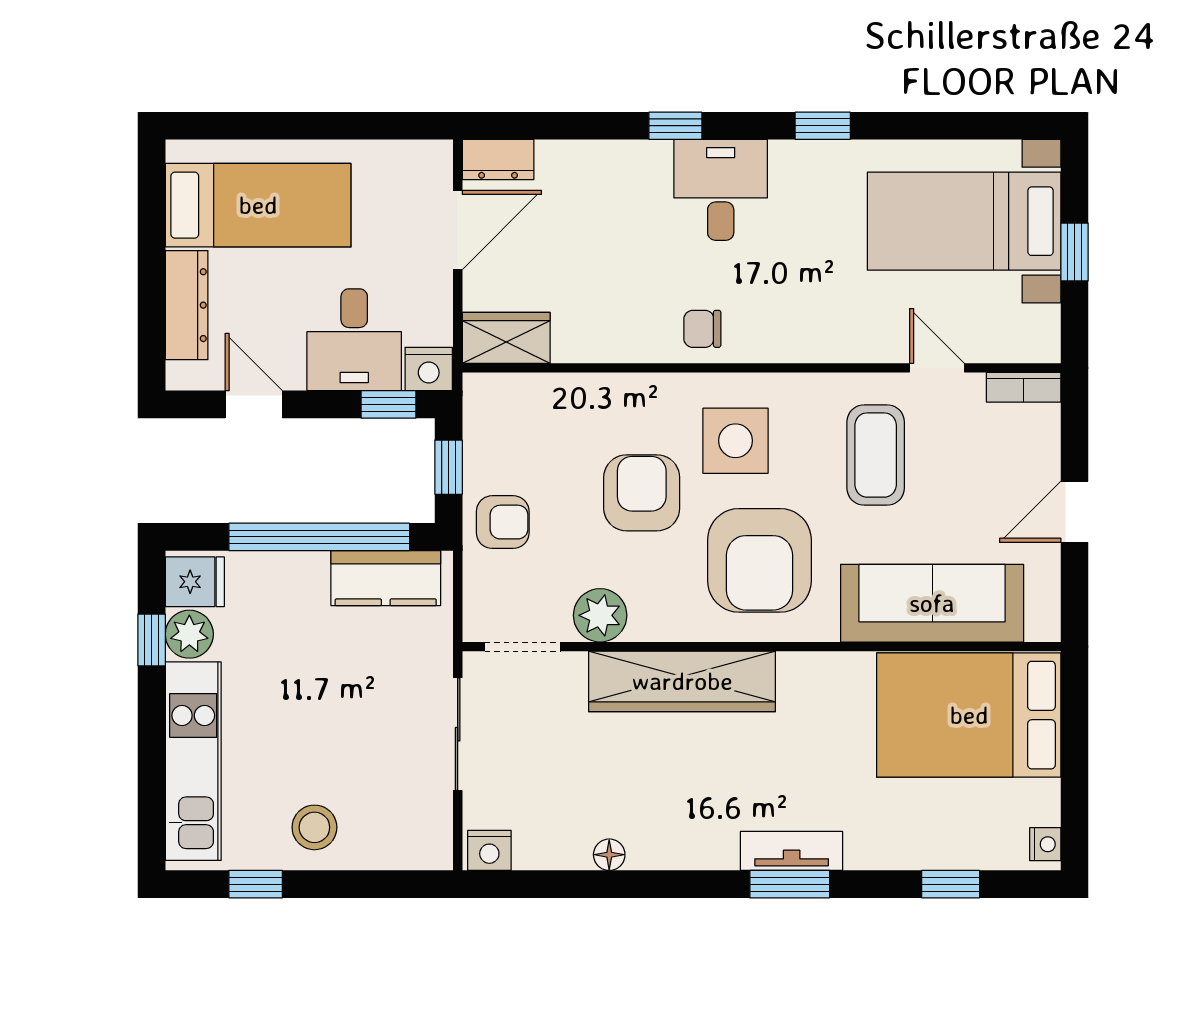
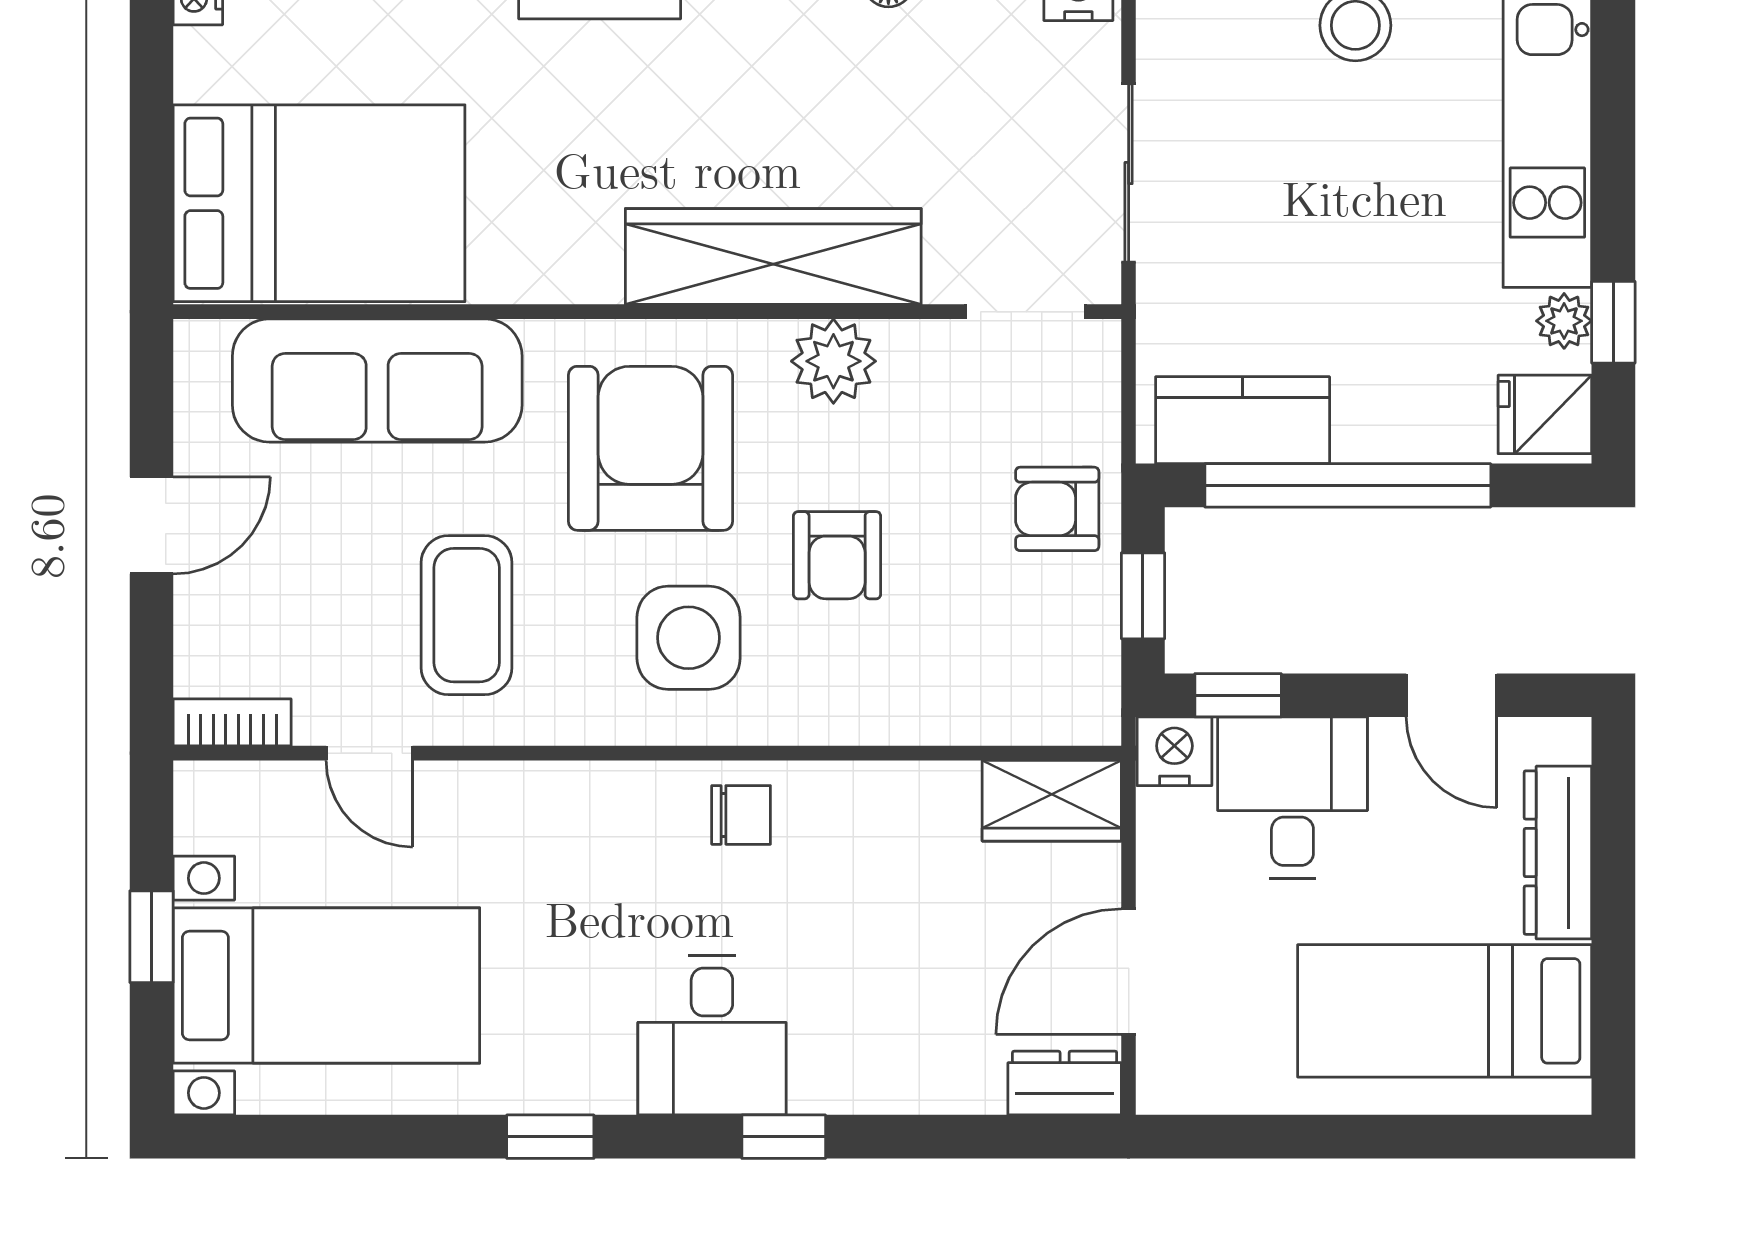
armchair: (642, 493) -> (837, 555), width x0.72, depth x0.72
plant: (600, 615) -> (833, 361), moved
plant: (189, 634) -> (1564, 321), width x0.73, depth x0.73

